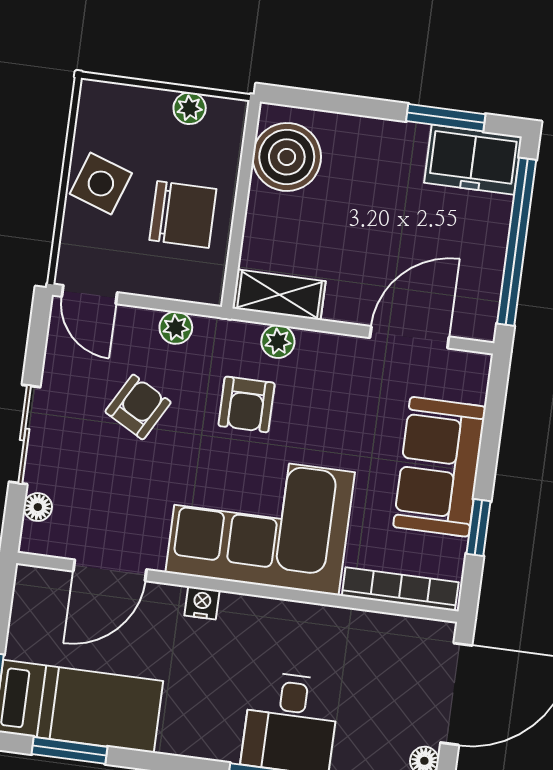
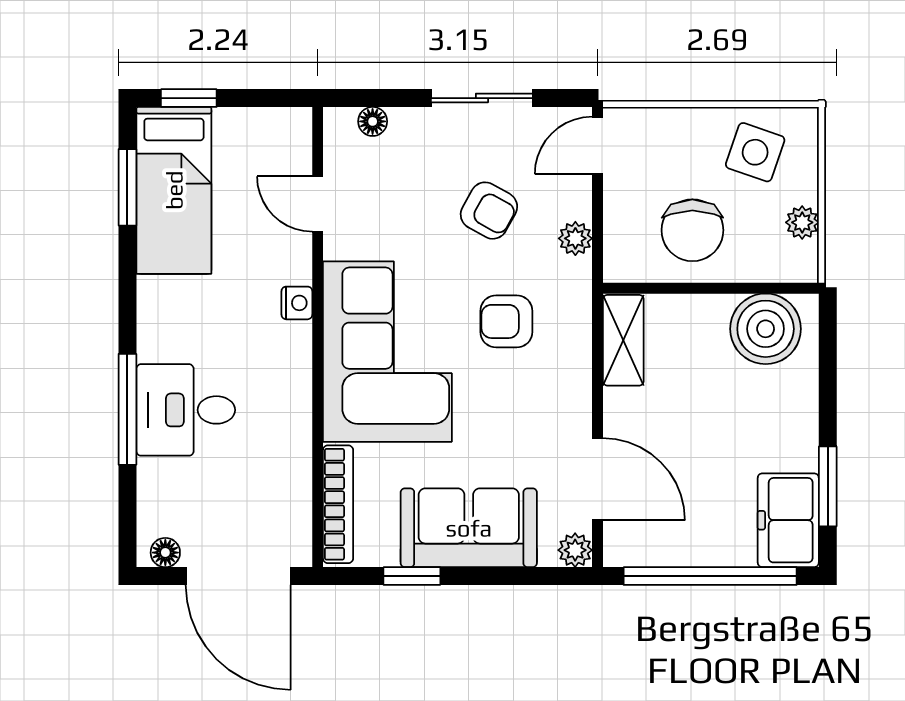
side table: (101, 183) -> (755, 152), moved
plant: (278, 342) -> (575, 550), moved
sliding door: (25, 434) -> (482, 98), moved
door: (110, 570) -> (318, 204), width x0.73

